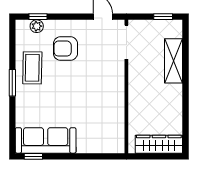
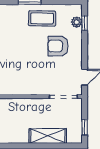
armchair: (65, 49) -> (58, 46), turned -90

